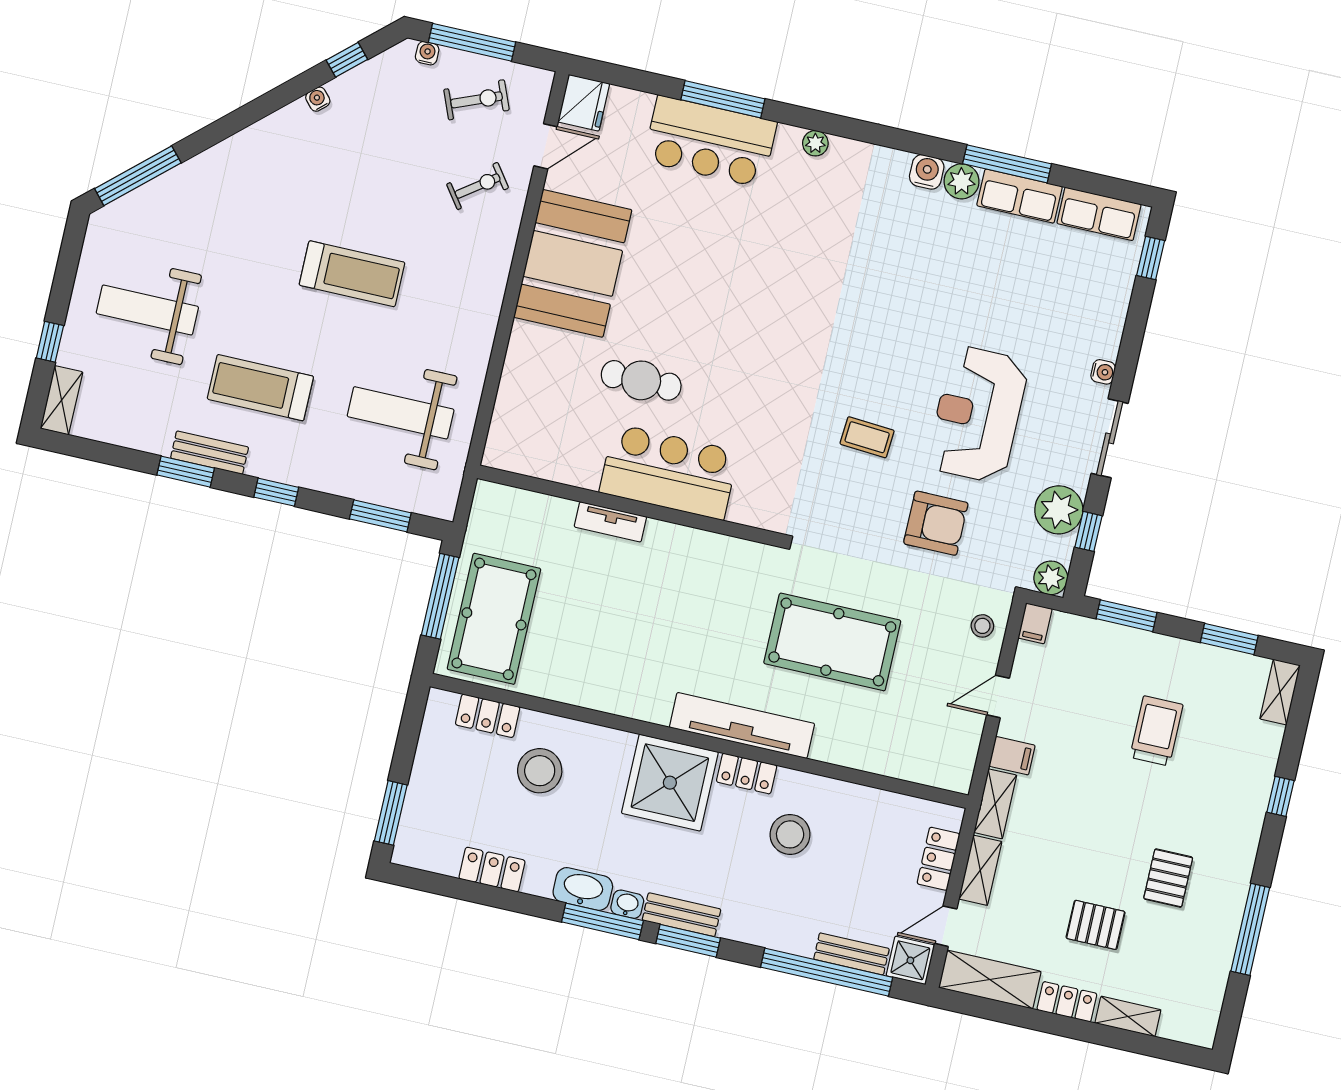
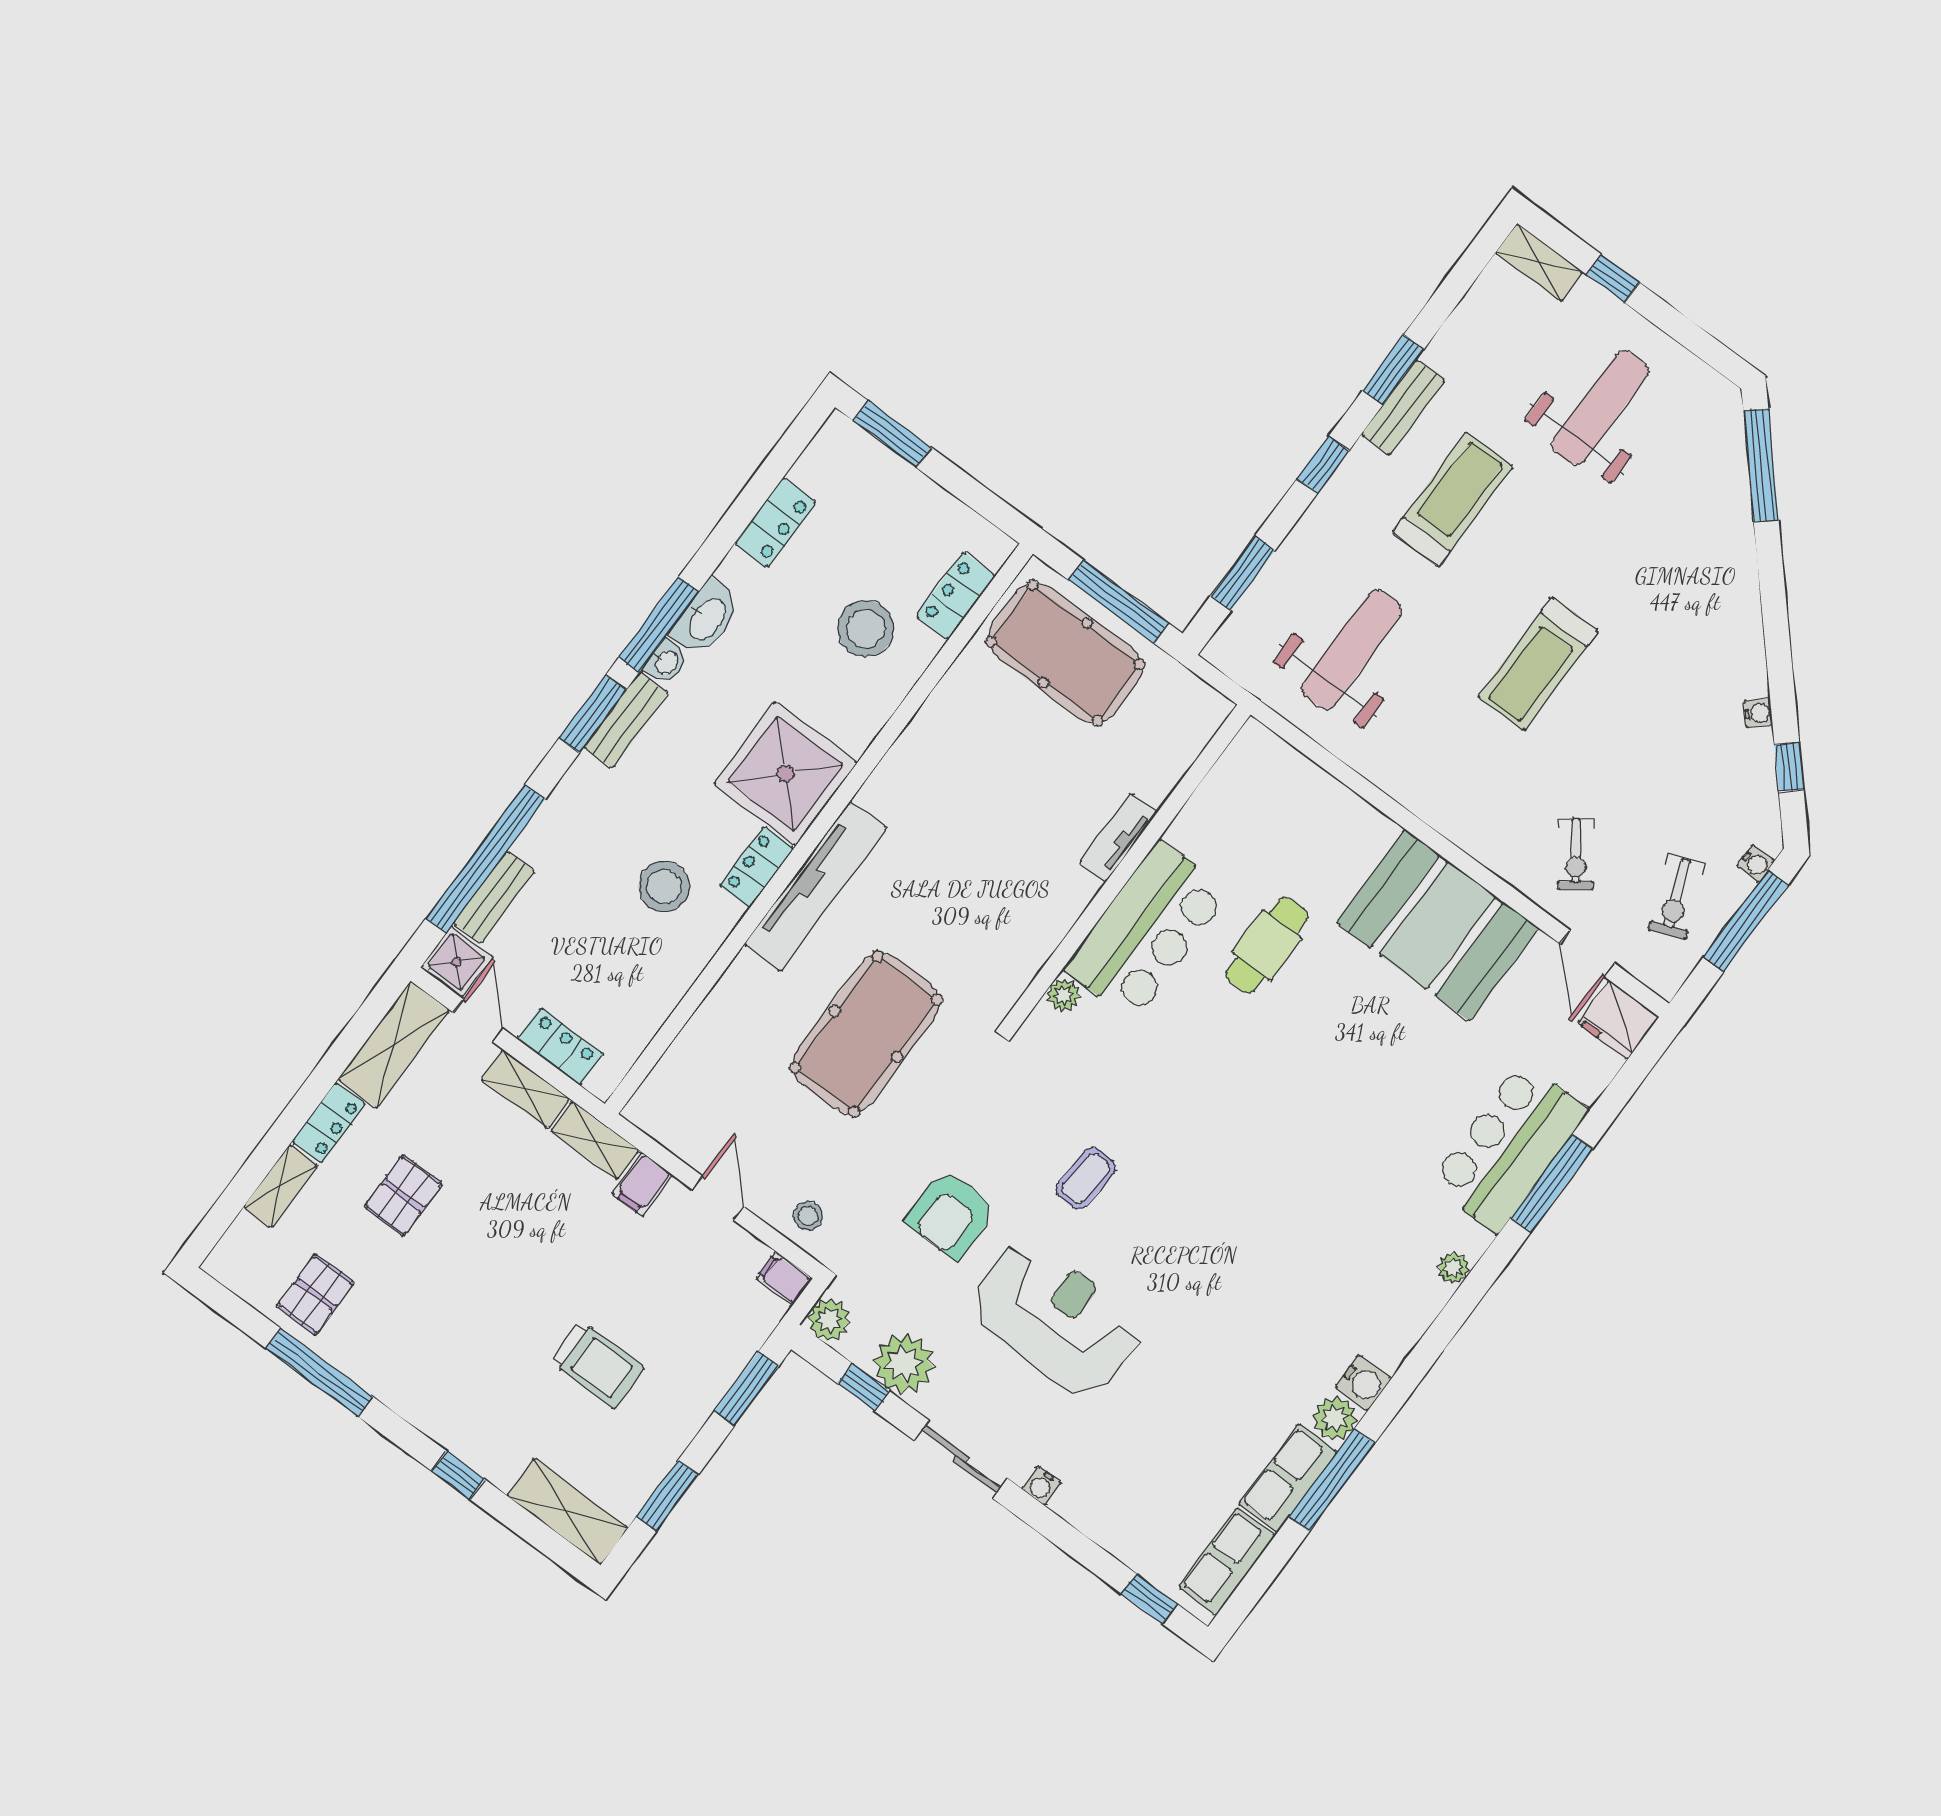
plant: (742, 512) -> (1063, 995), added
shelving: (1280, 692) -> (567, 1512), width x1.50, depth x1.33
pallet: (1168, 878) -> (315, 1294), moved, turned 90

